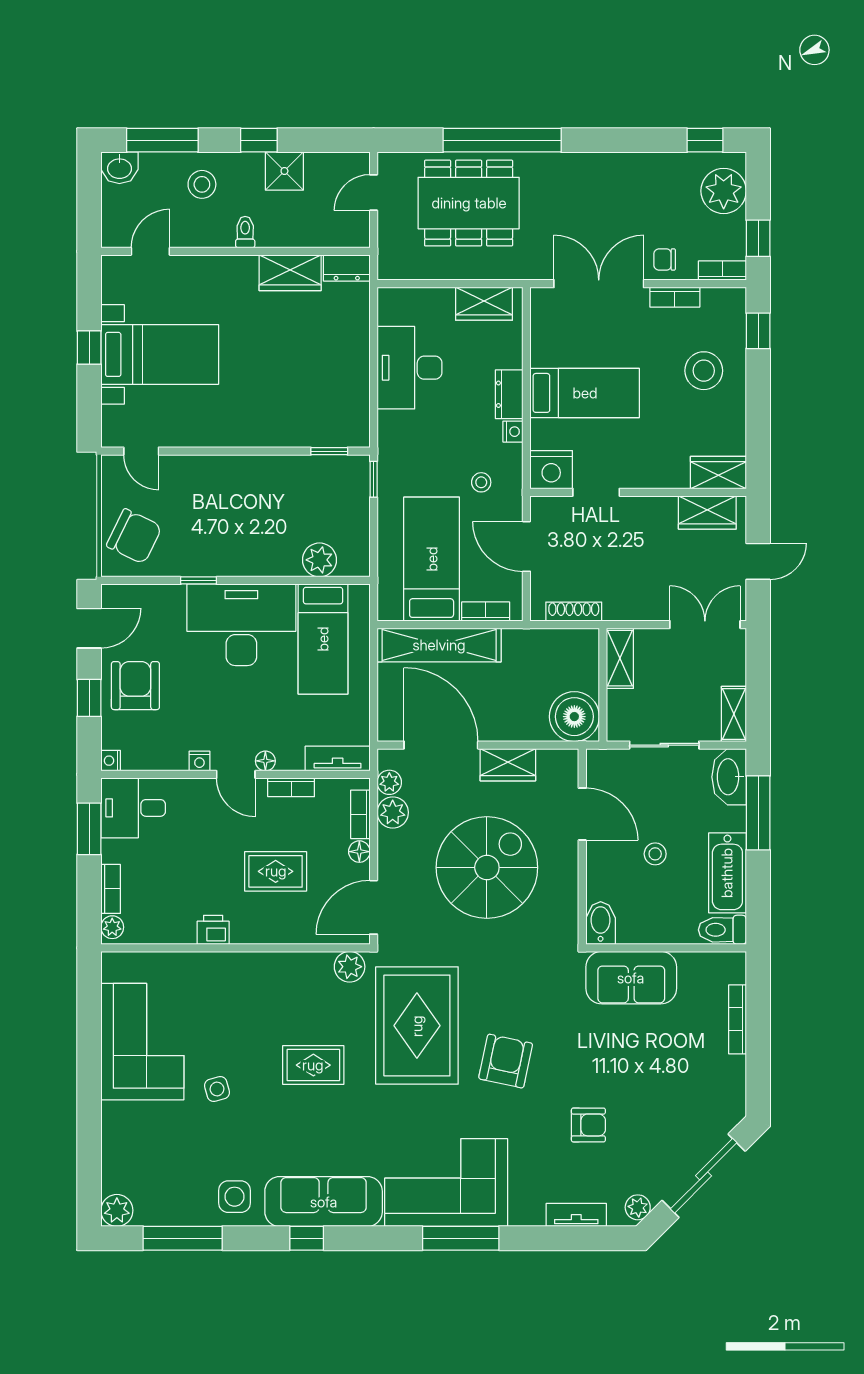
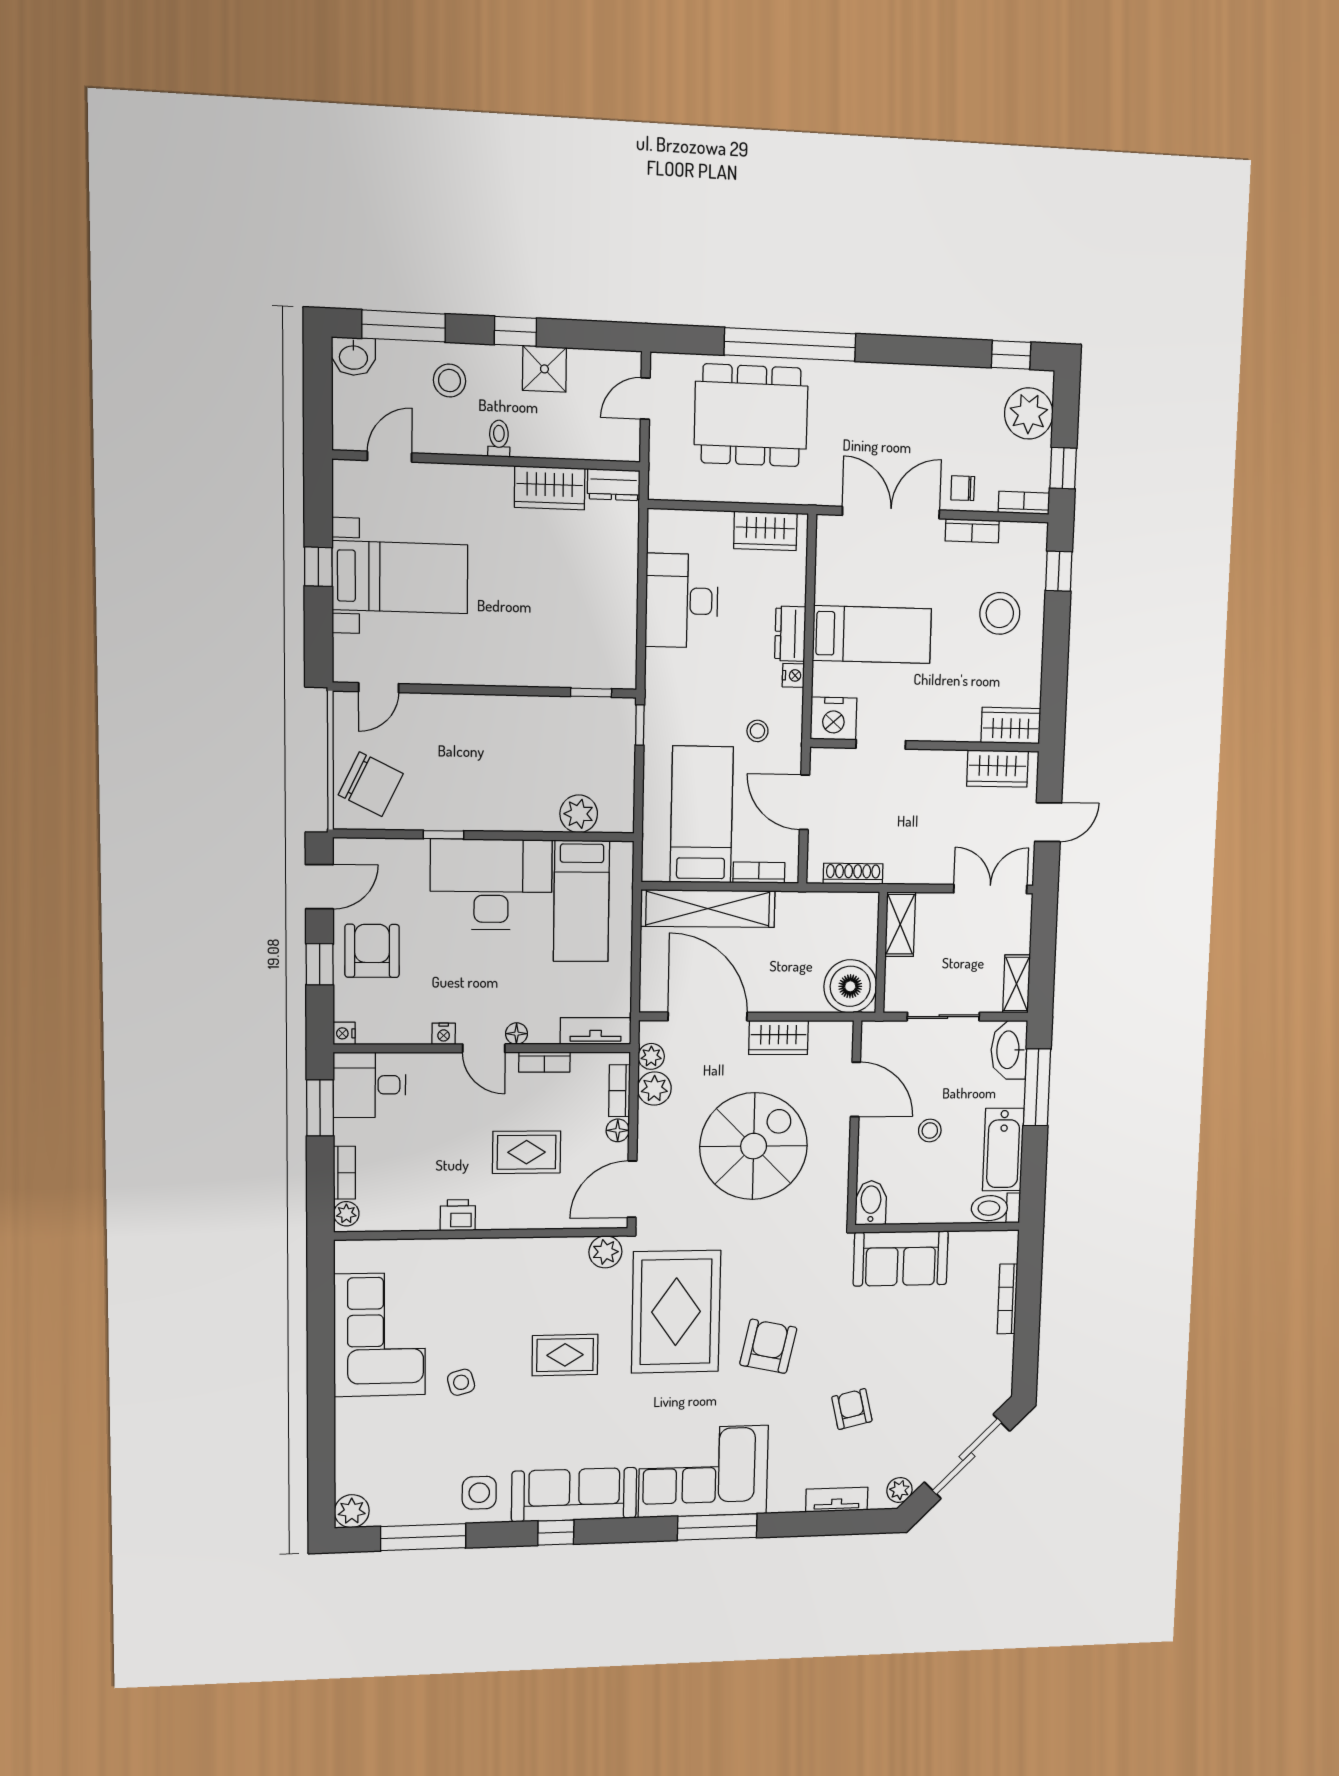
door: (141, 451) -> (379, 688), hinge flipped
armchair: (588, 1125) -> (852, 1409), turned -103

